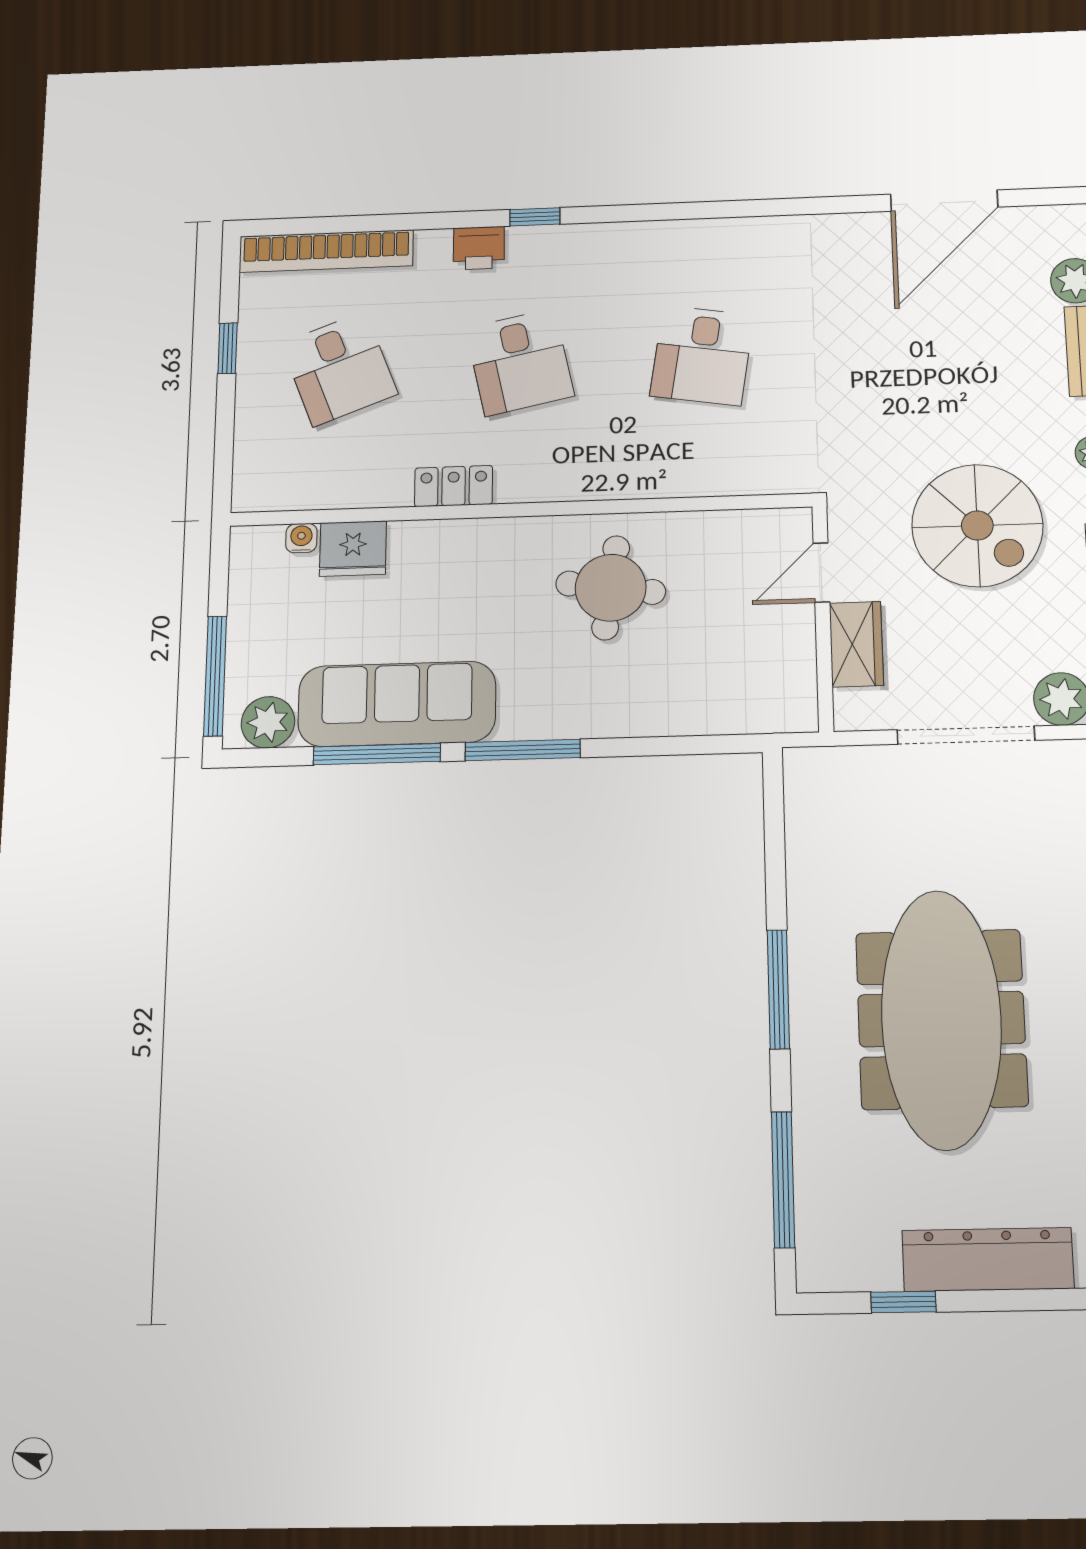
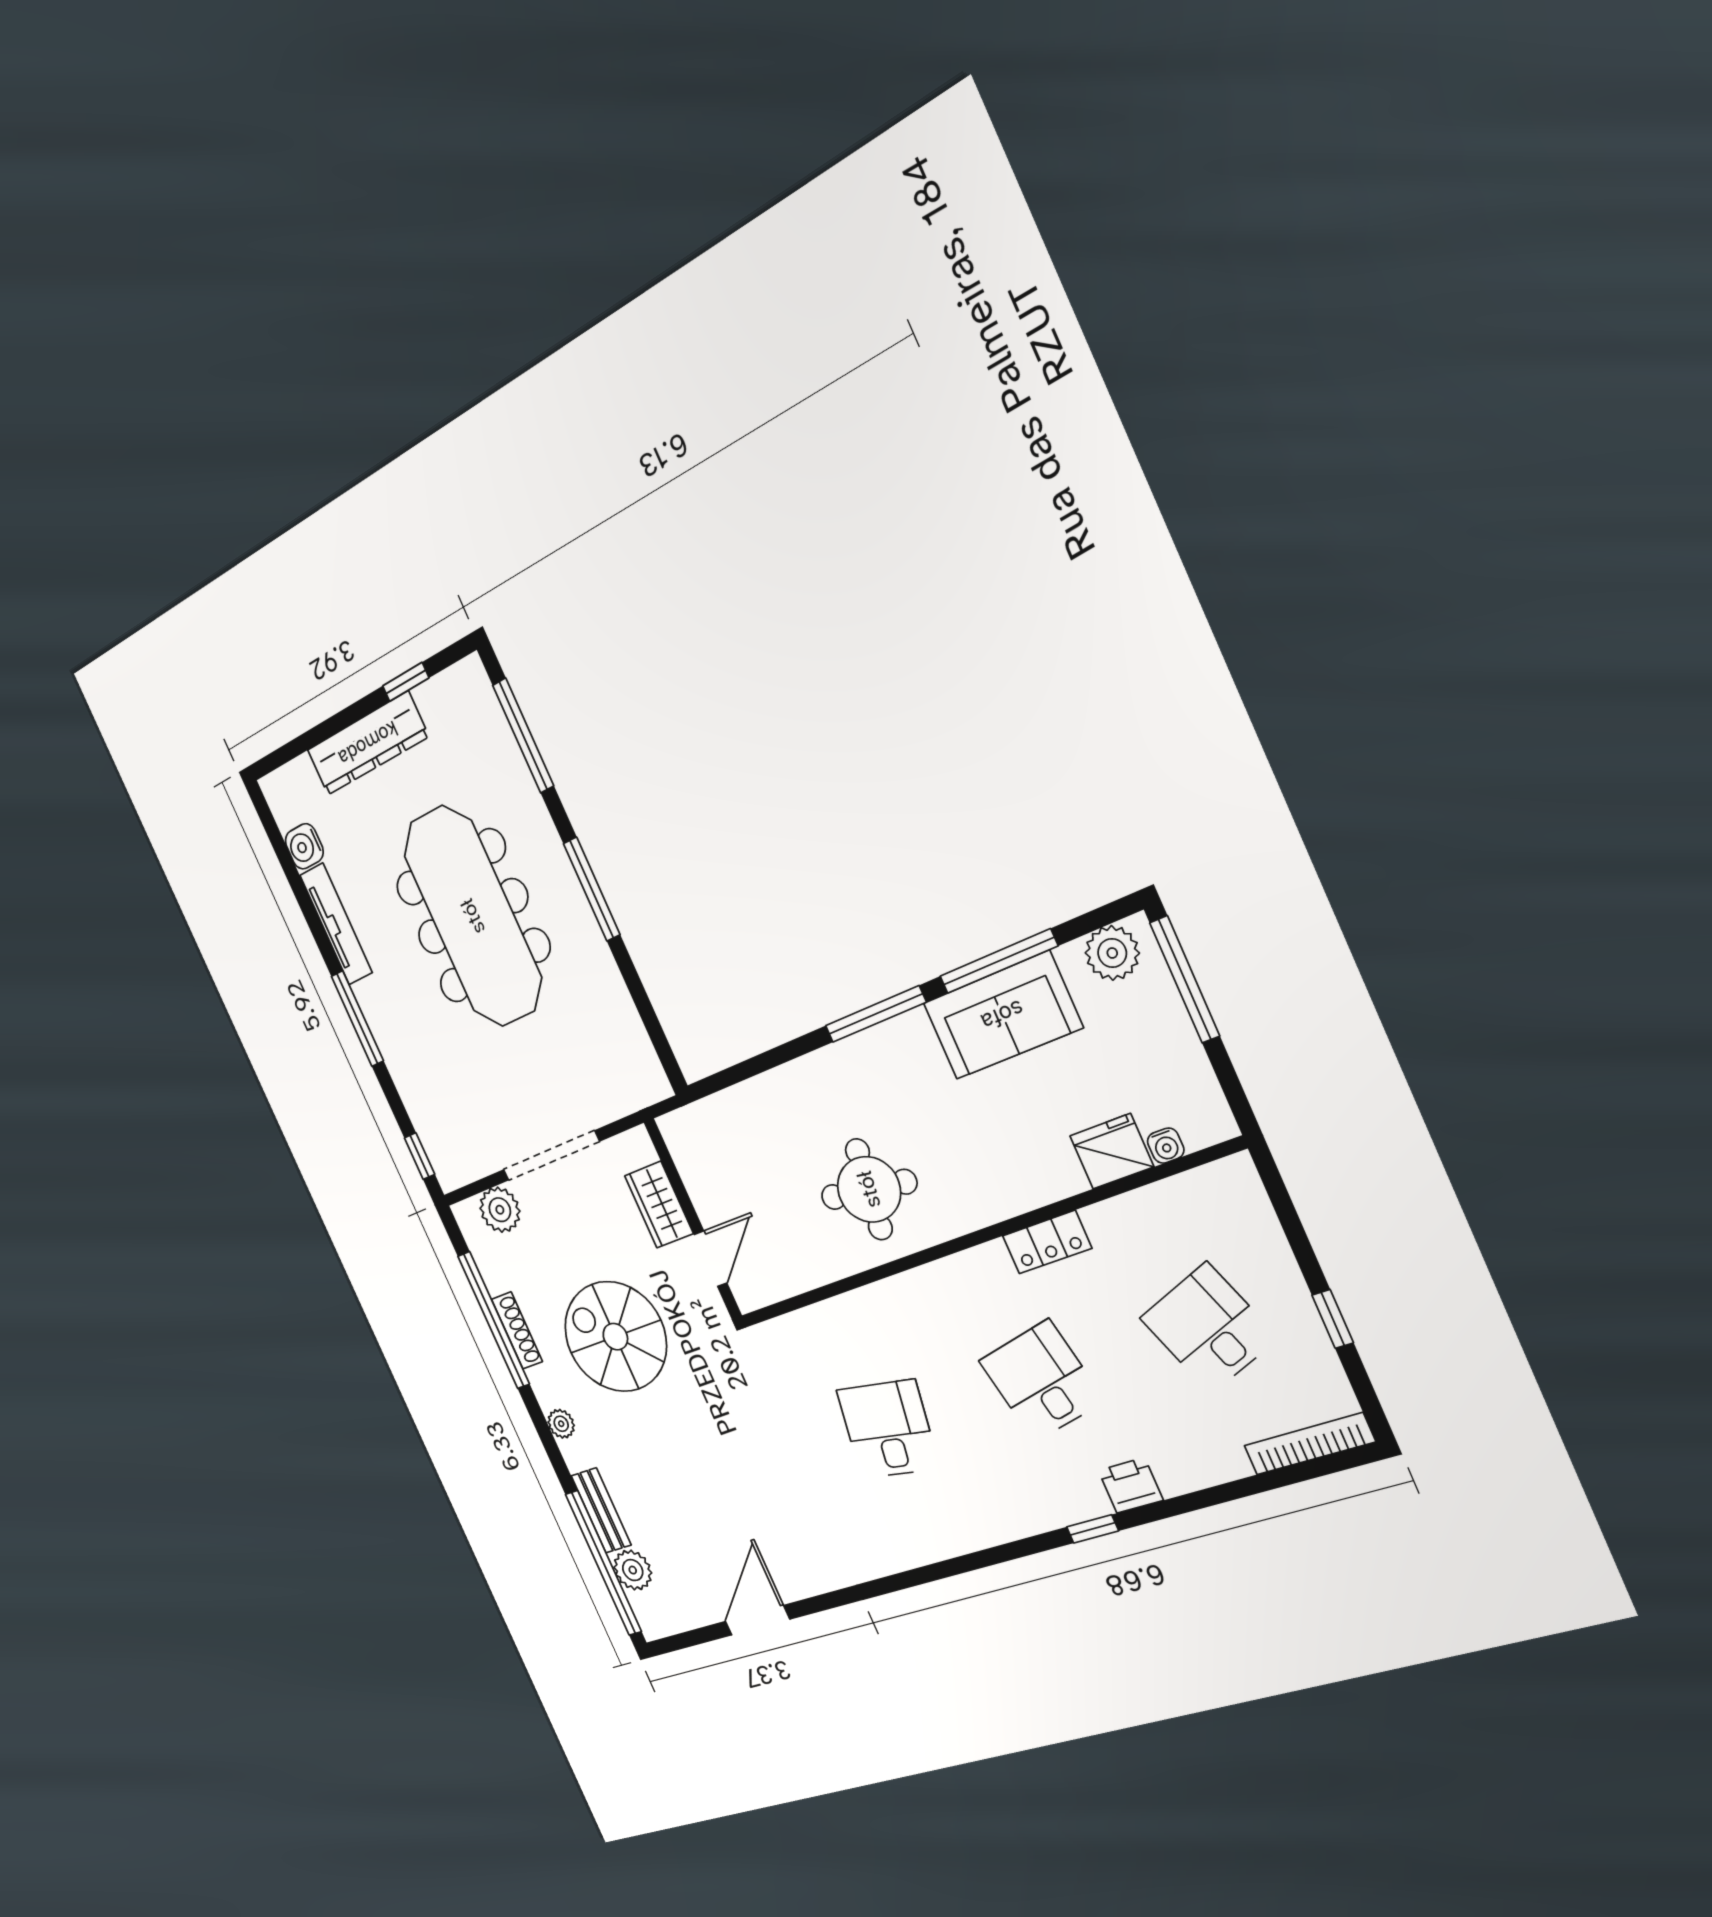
door: (944, 201) -> (757, 1620), width x0.73
bookcase: (326, 251) -> (1309, 1444), width x0.68, depth x0.76
sofa: (397, 704) -> (1002, 1015), width x0.73

